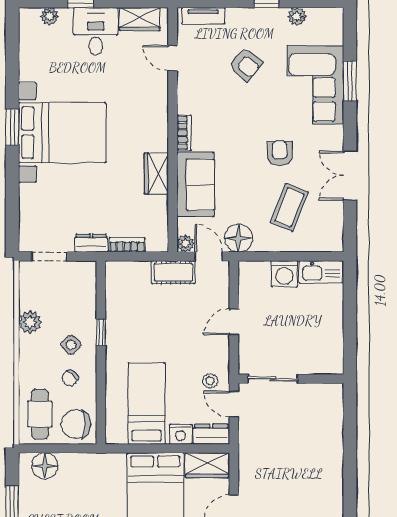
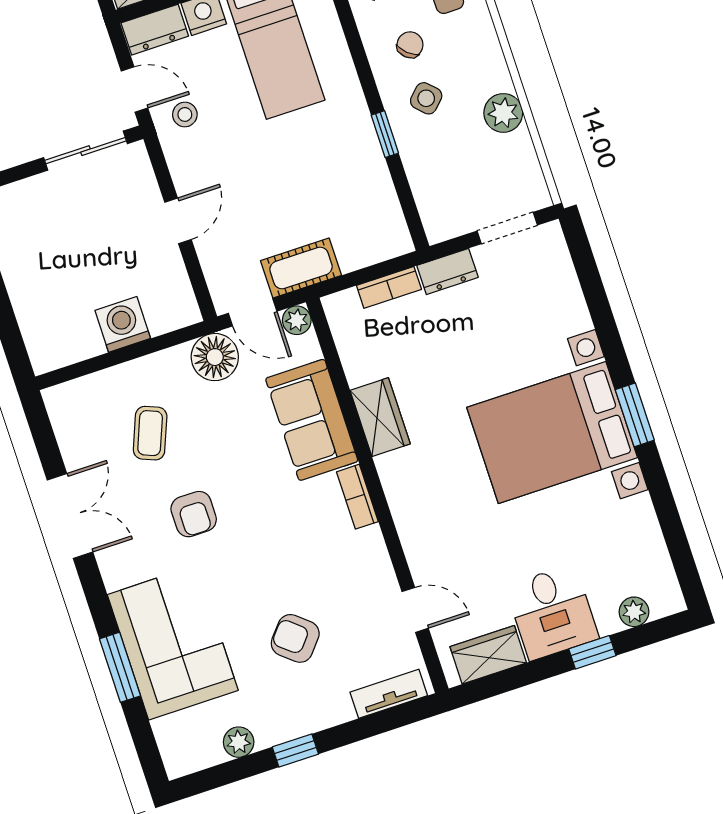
coffee table: (289, 207) -> (150, 433), width x0.73, depth x0.77
kitchen sink: (321, 272) -> (65, 346), removed

